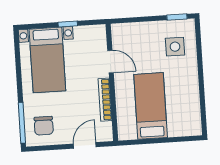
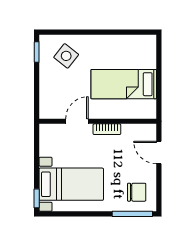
window: (68, 24) -> (37, 198), moved
side table: (175, 47) -> (66, 56), turned 38
bookcase: (105, 100) -> (107, 129), width x0.64

